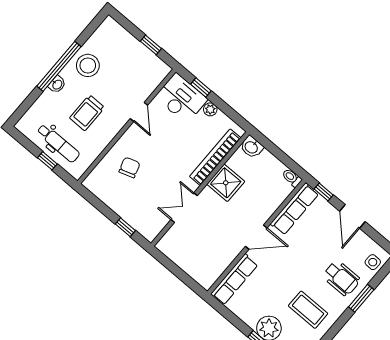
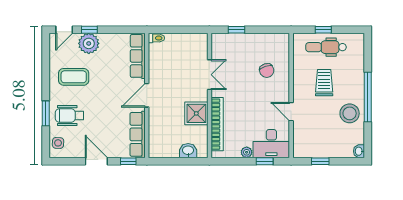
washbasin: (57, 84) -> (359, 151), moved
washbasin: (252, 147) -> (188, 151), moved
toilet: (292, 178) -> (156, 38), moved

